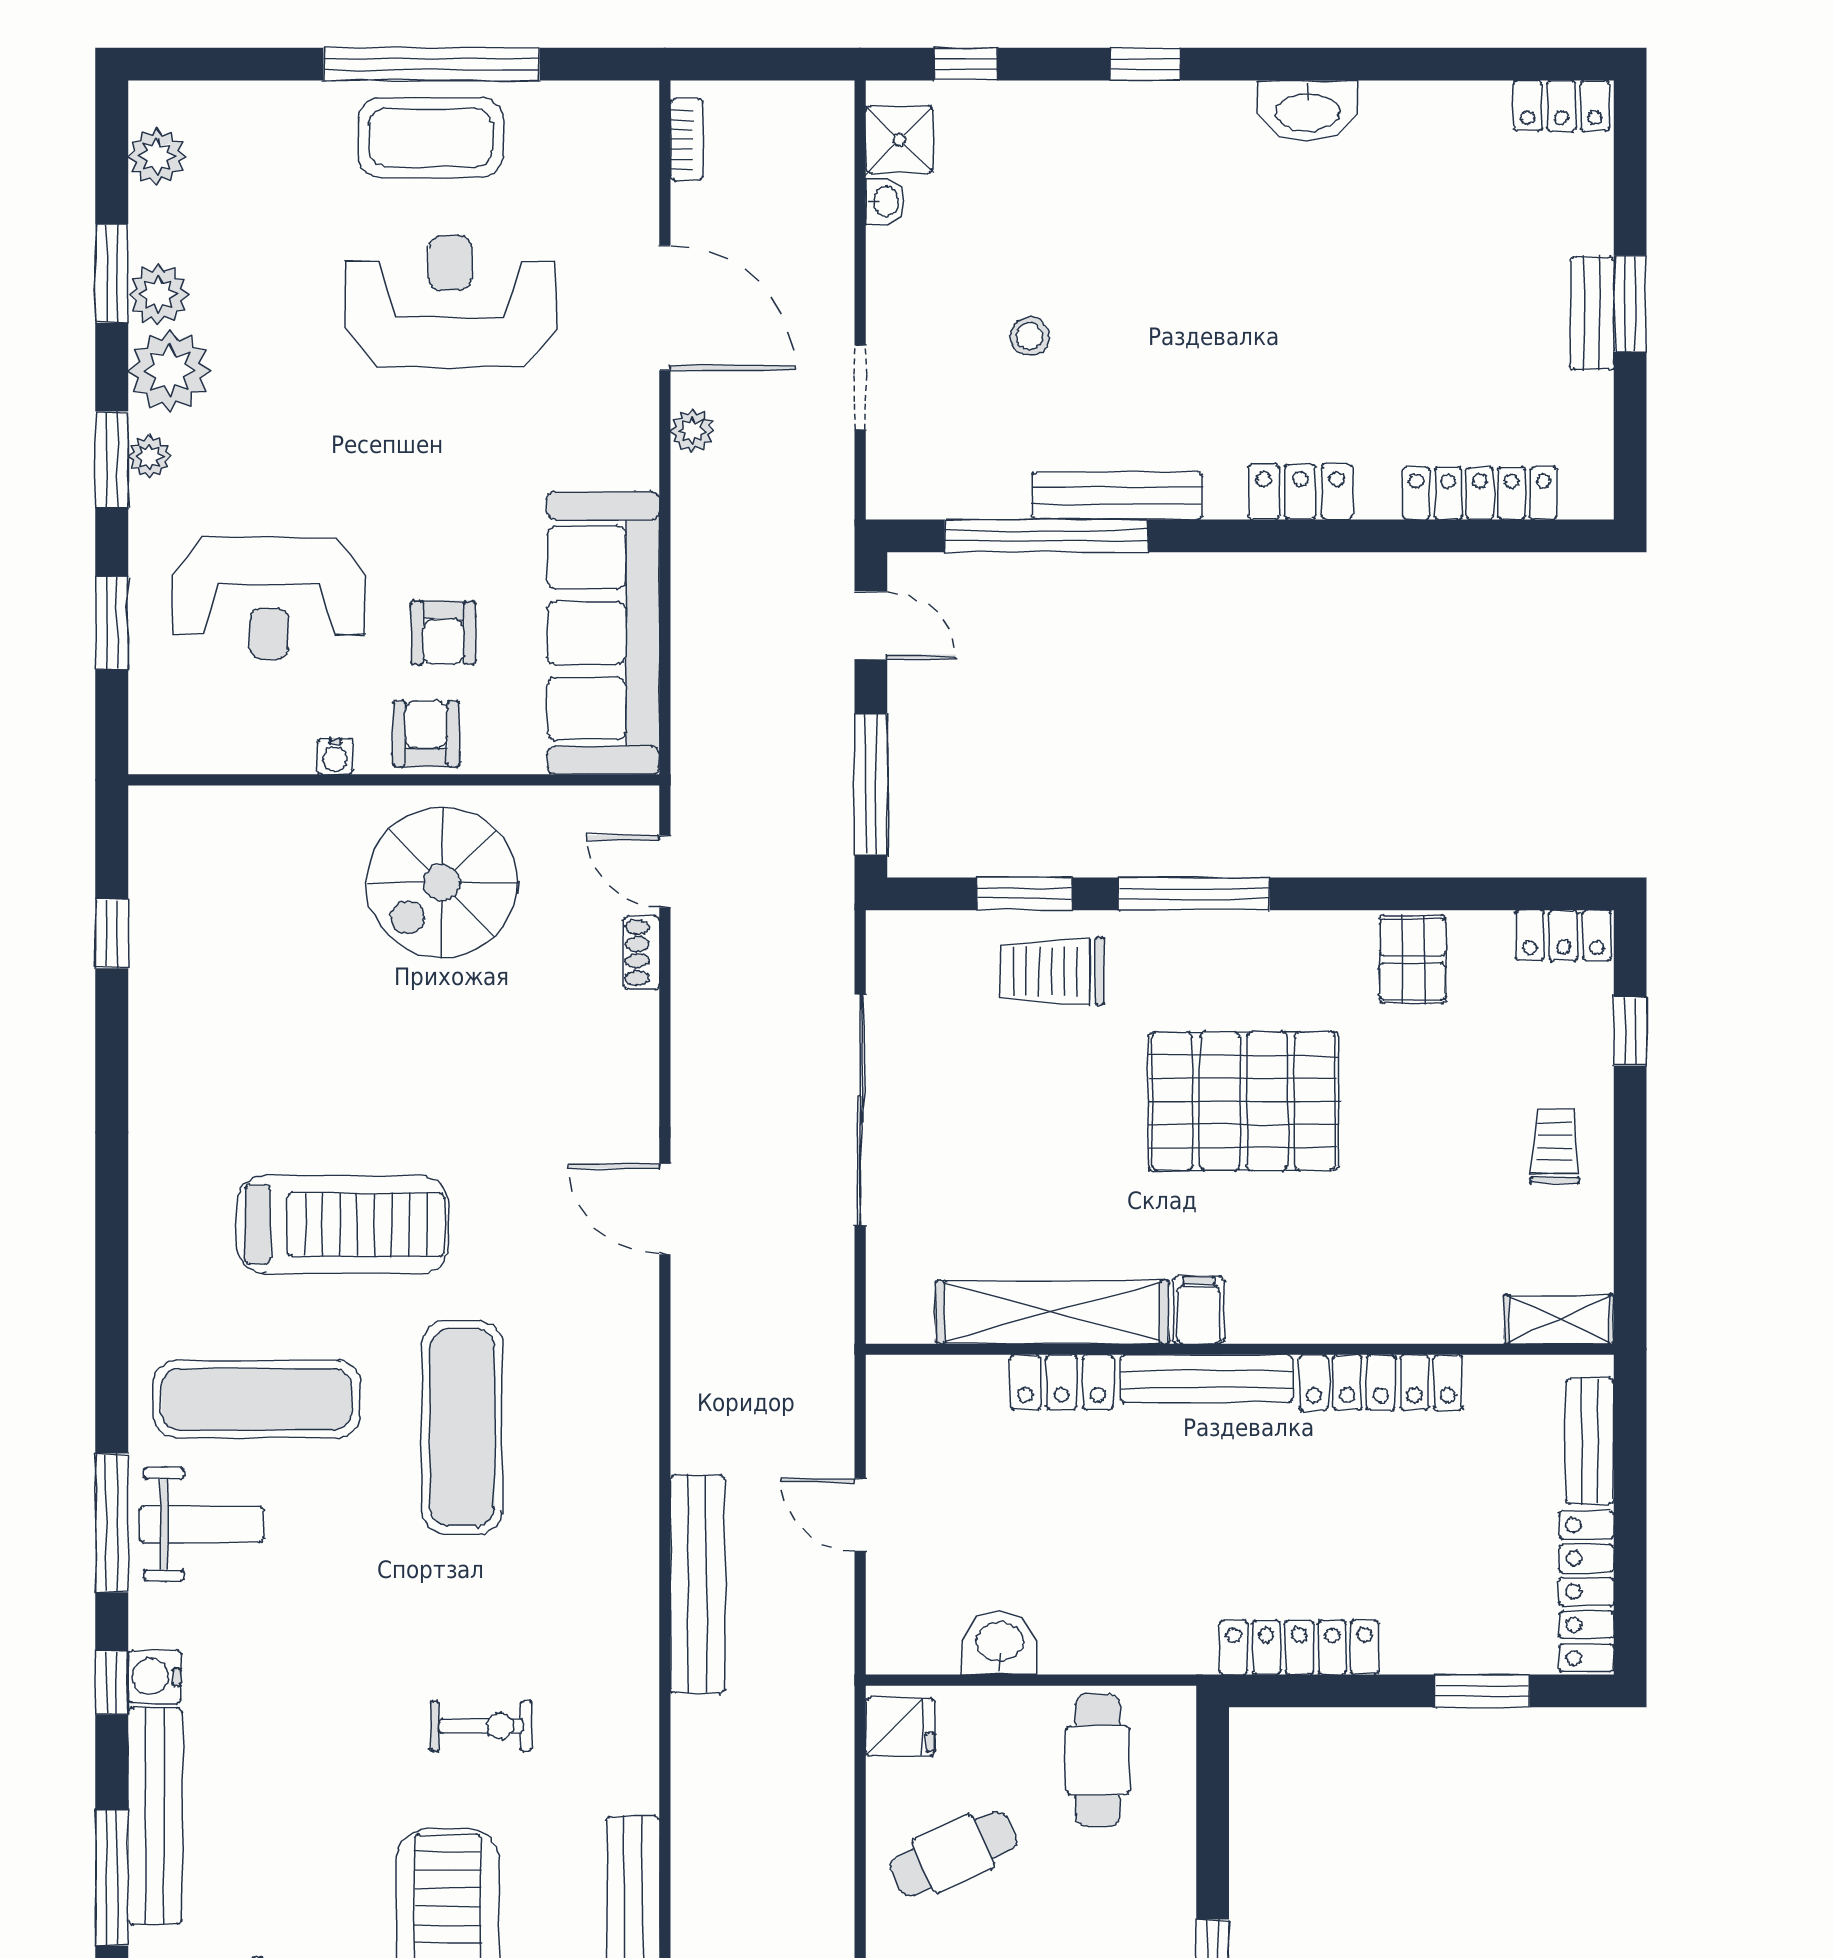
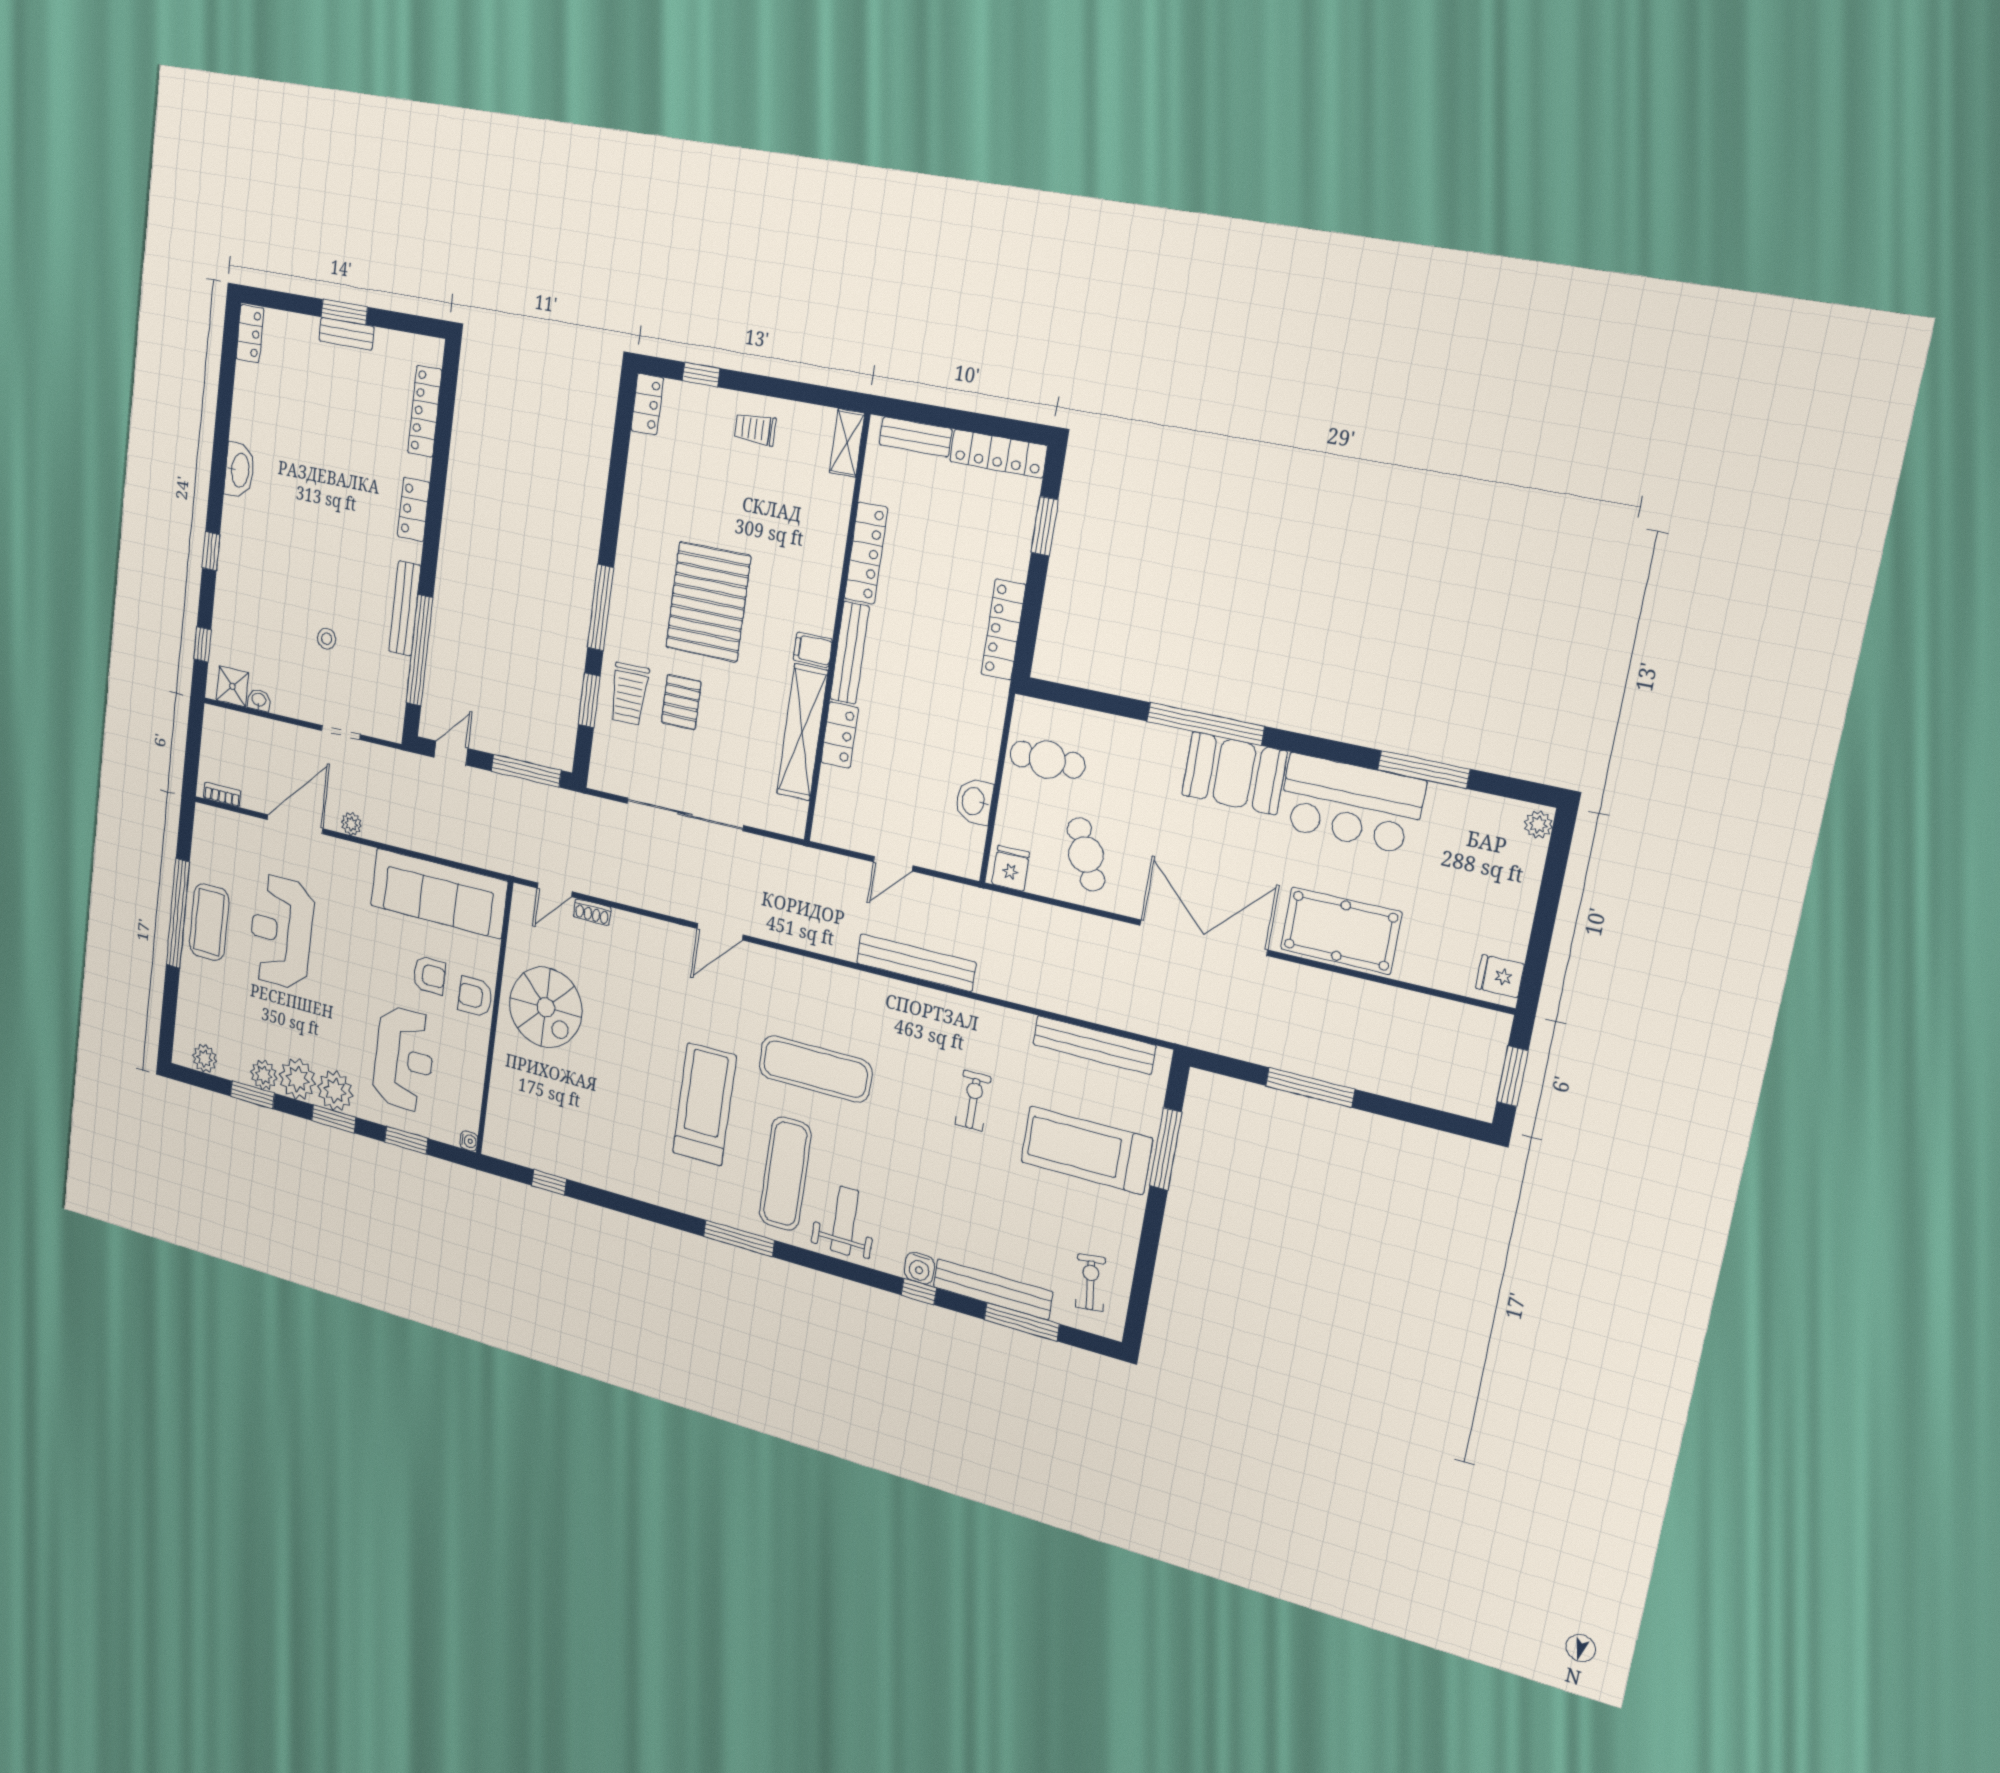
plant: (149, 456) -> (335, 1091), width x1.87, depth x1.87
water cooler: (335, 756) -> (469, 1141), moved
pallet: (1413, 959) -> (681, 702), moved, turned 90
window: (112, 1523) -> (739, 1238), moved

